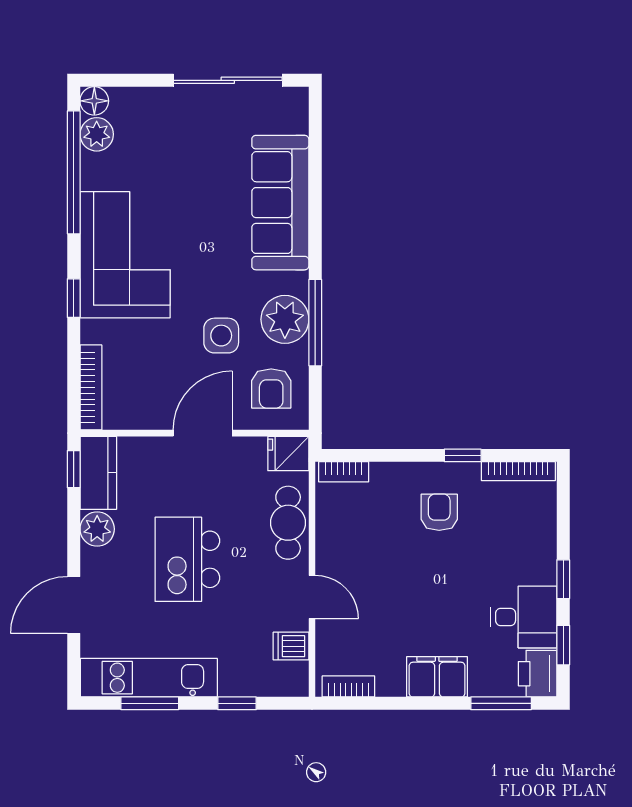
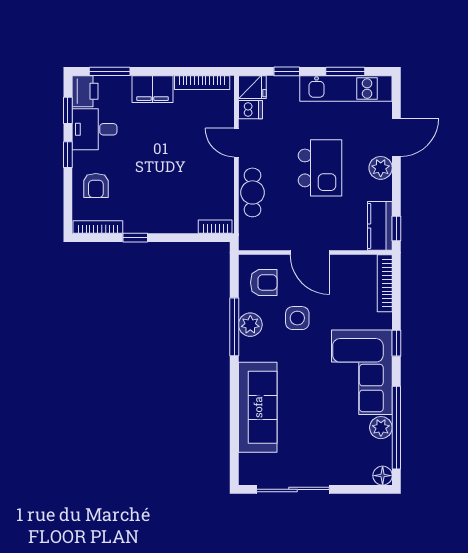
plant: (97, 134) -> (381, 428), moved
plant: (285, 319) -> (250, 325), width x0.73, depth x0.73
armchair: (271, 388) -> (264, 283), turned 90
door: (203, 433) -> (310, 253), hinge flipped
fridge: (288, 454) -> (252, 87), moved
armchair: (439, 512) -> (96, 186), moved
plant: (97, 529) -> (381, 168), moved
bookcase: (348, 686) -> (202, 83), width x1.56

